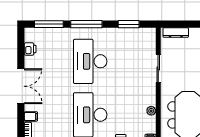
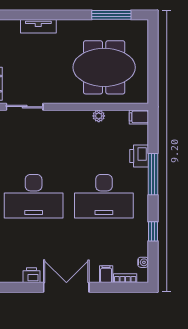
printer: (30, 49) -> (31, 275), moved
sliding door: (158, 69) -> (25, 107), moved

